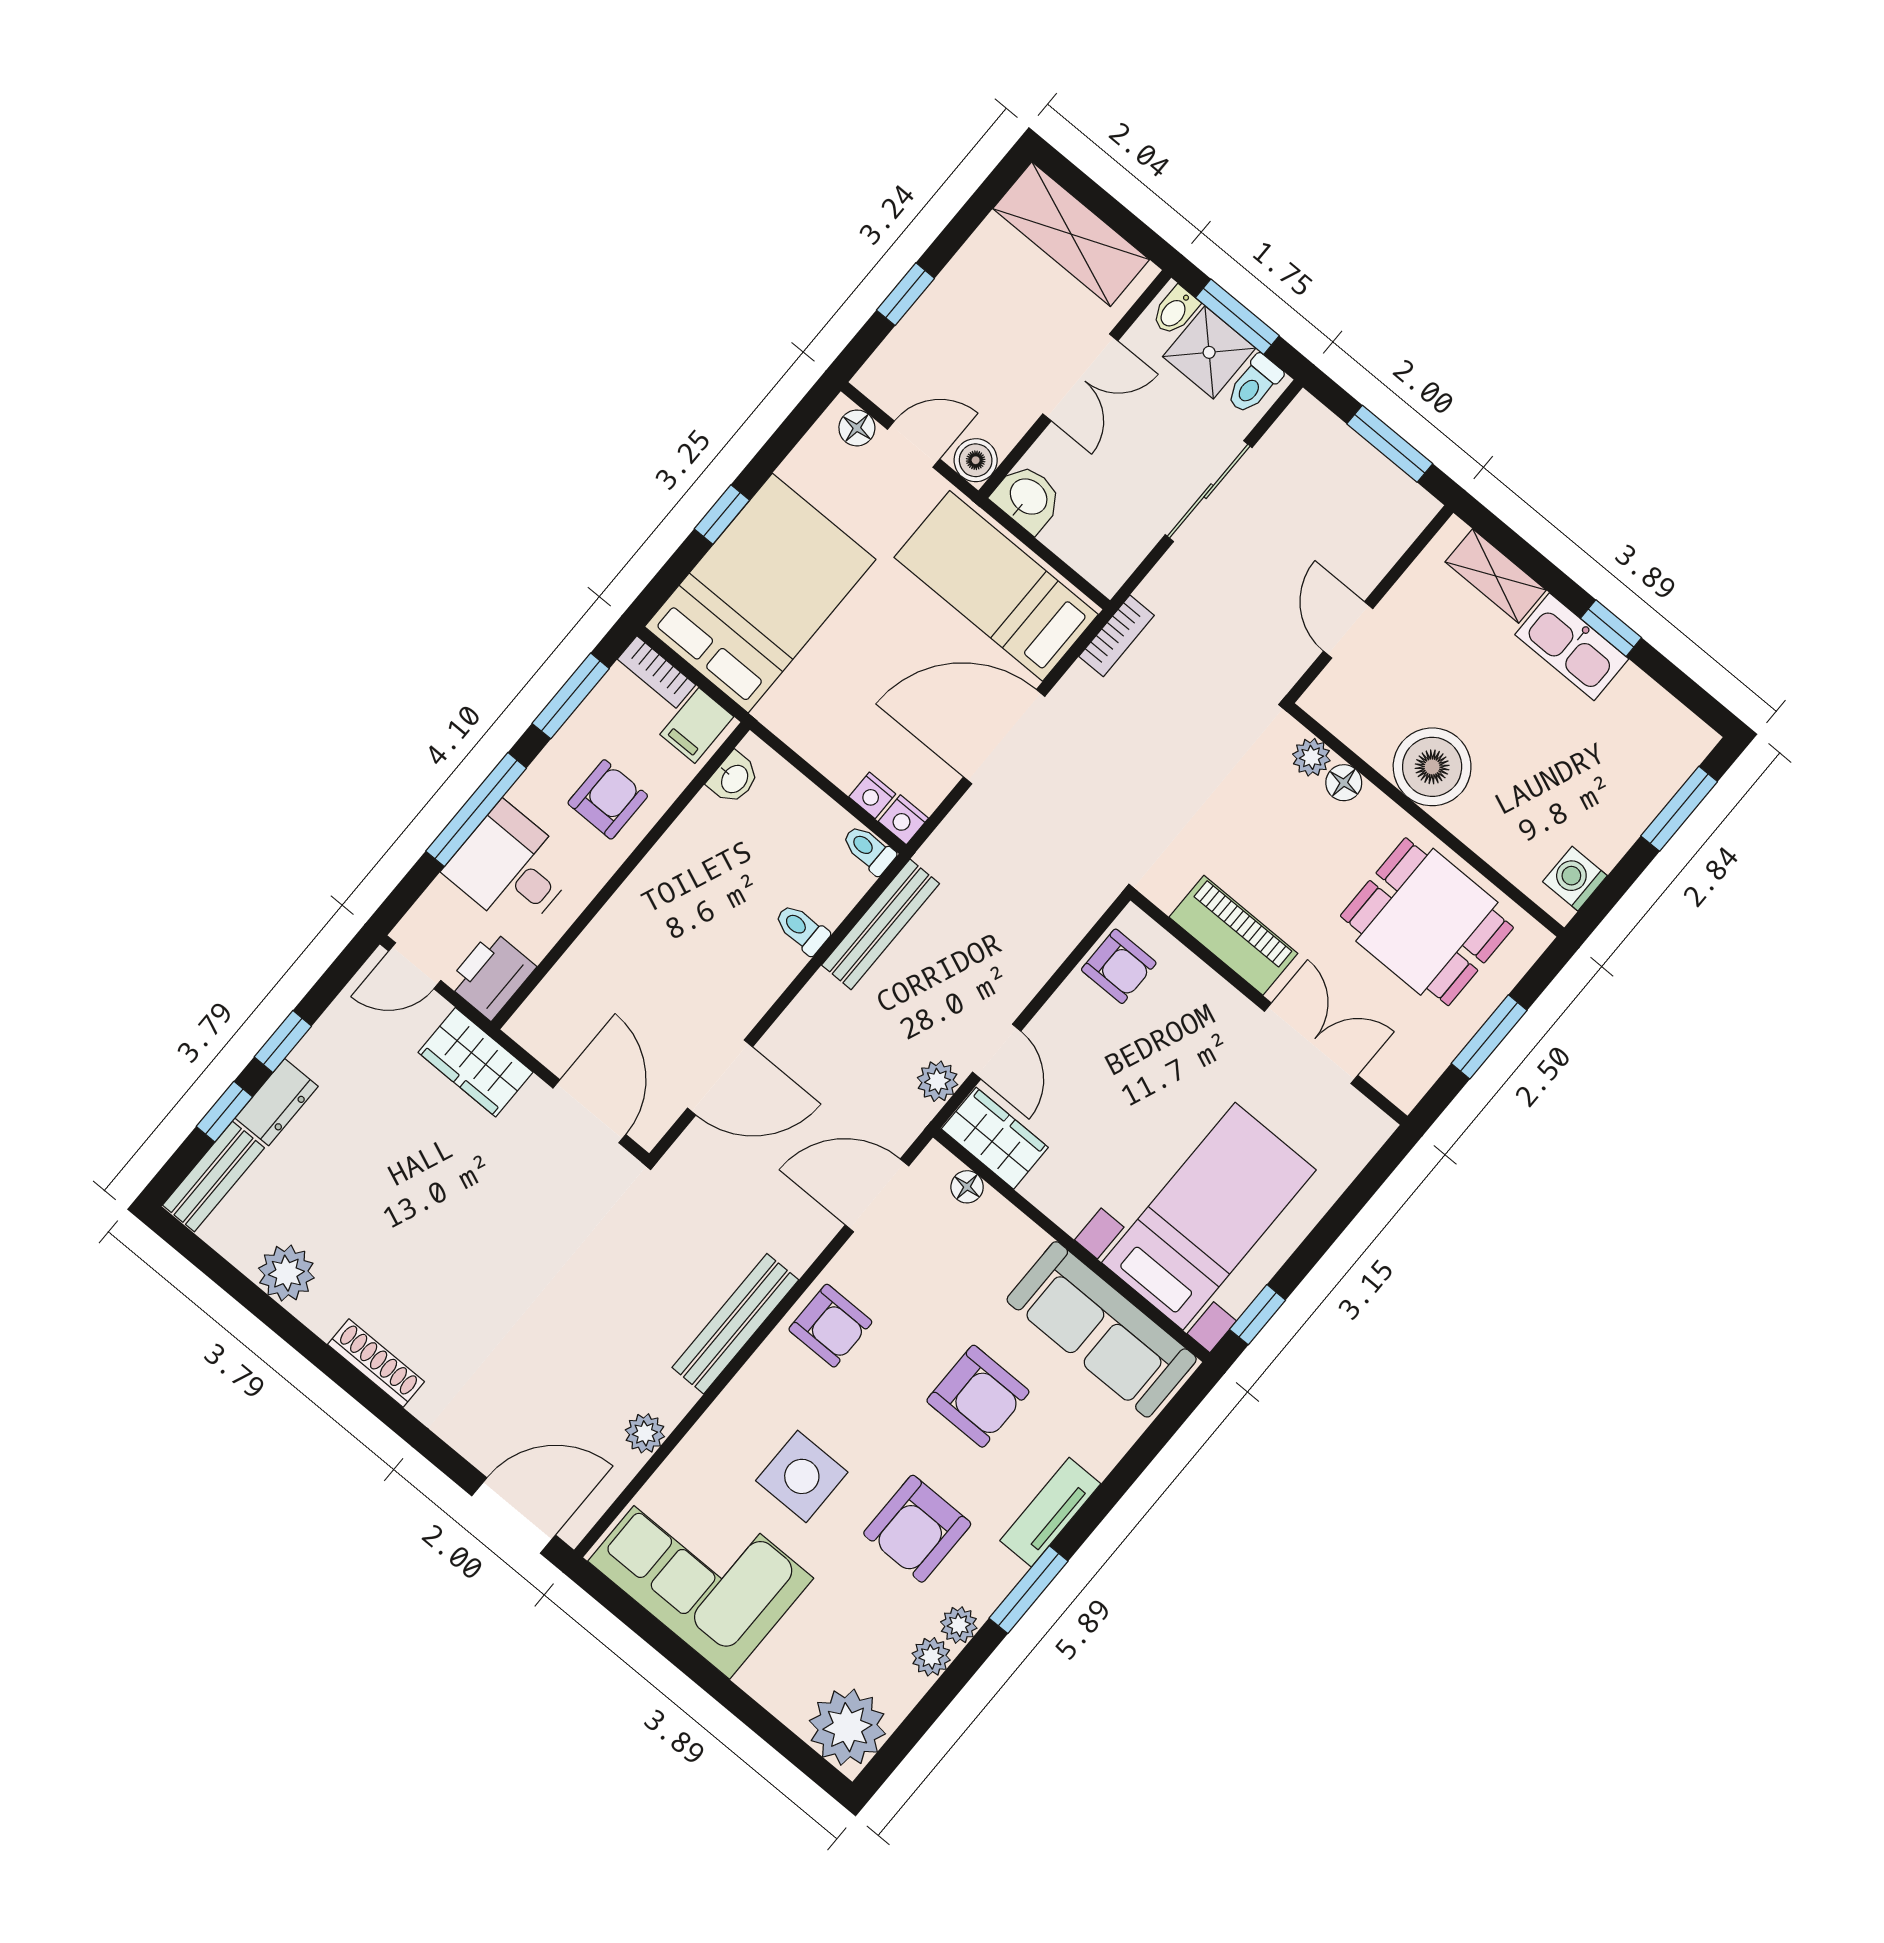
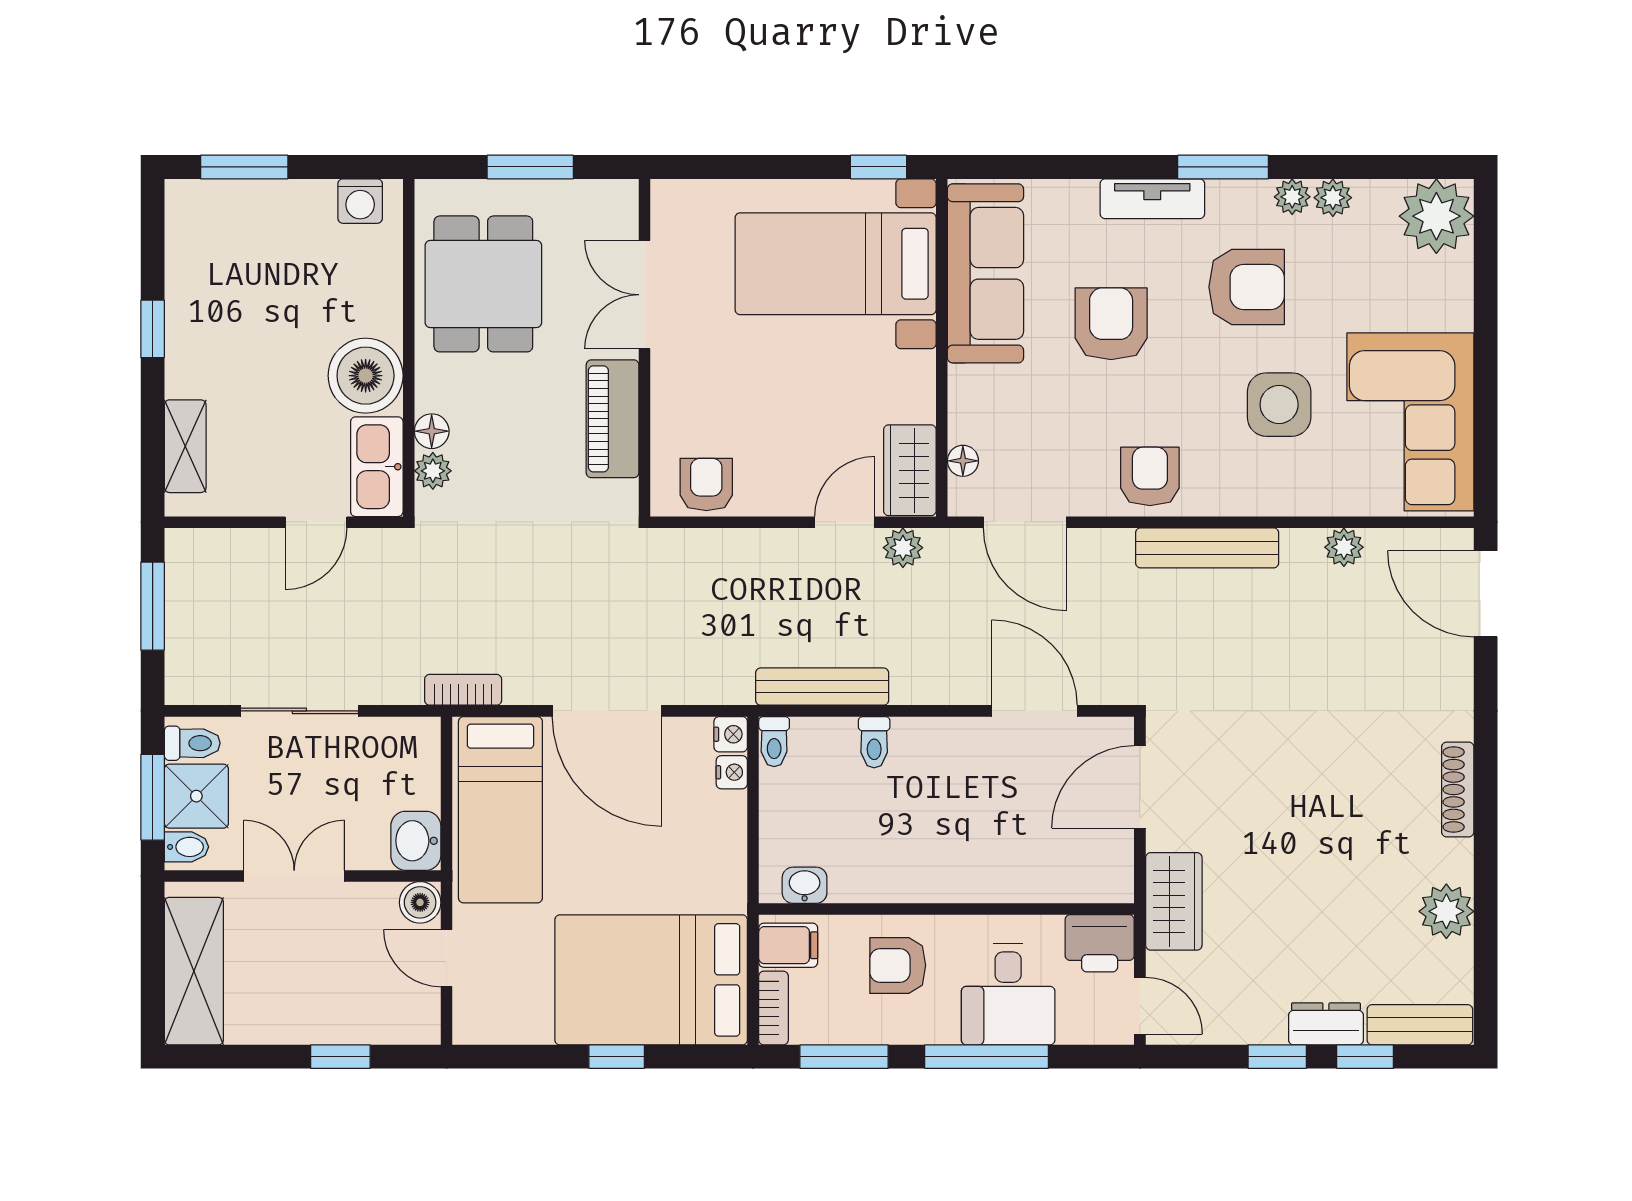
floor lamp: (857, 428) -> (469, 1010), removed
kitchen sink: (1572, 647) -> (377, 467), moved, turned 180

